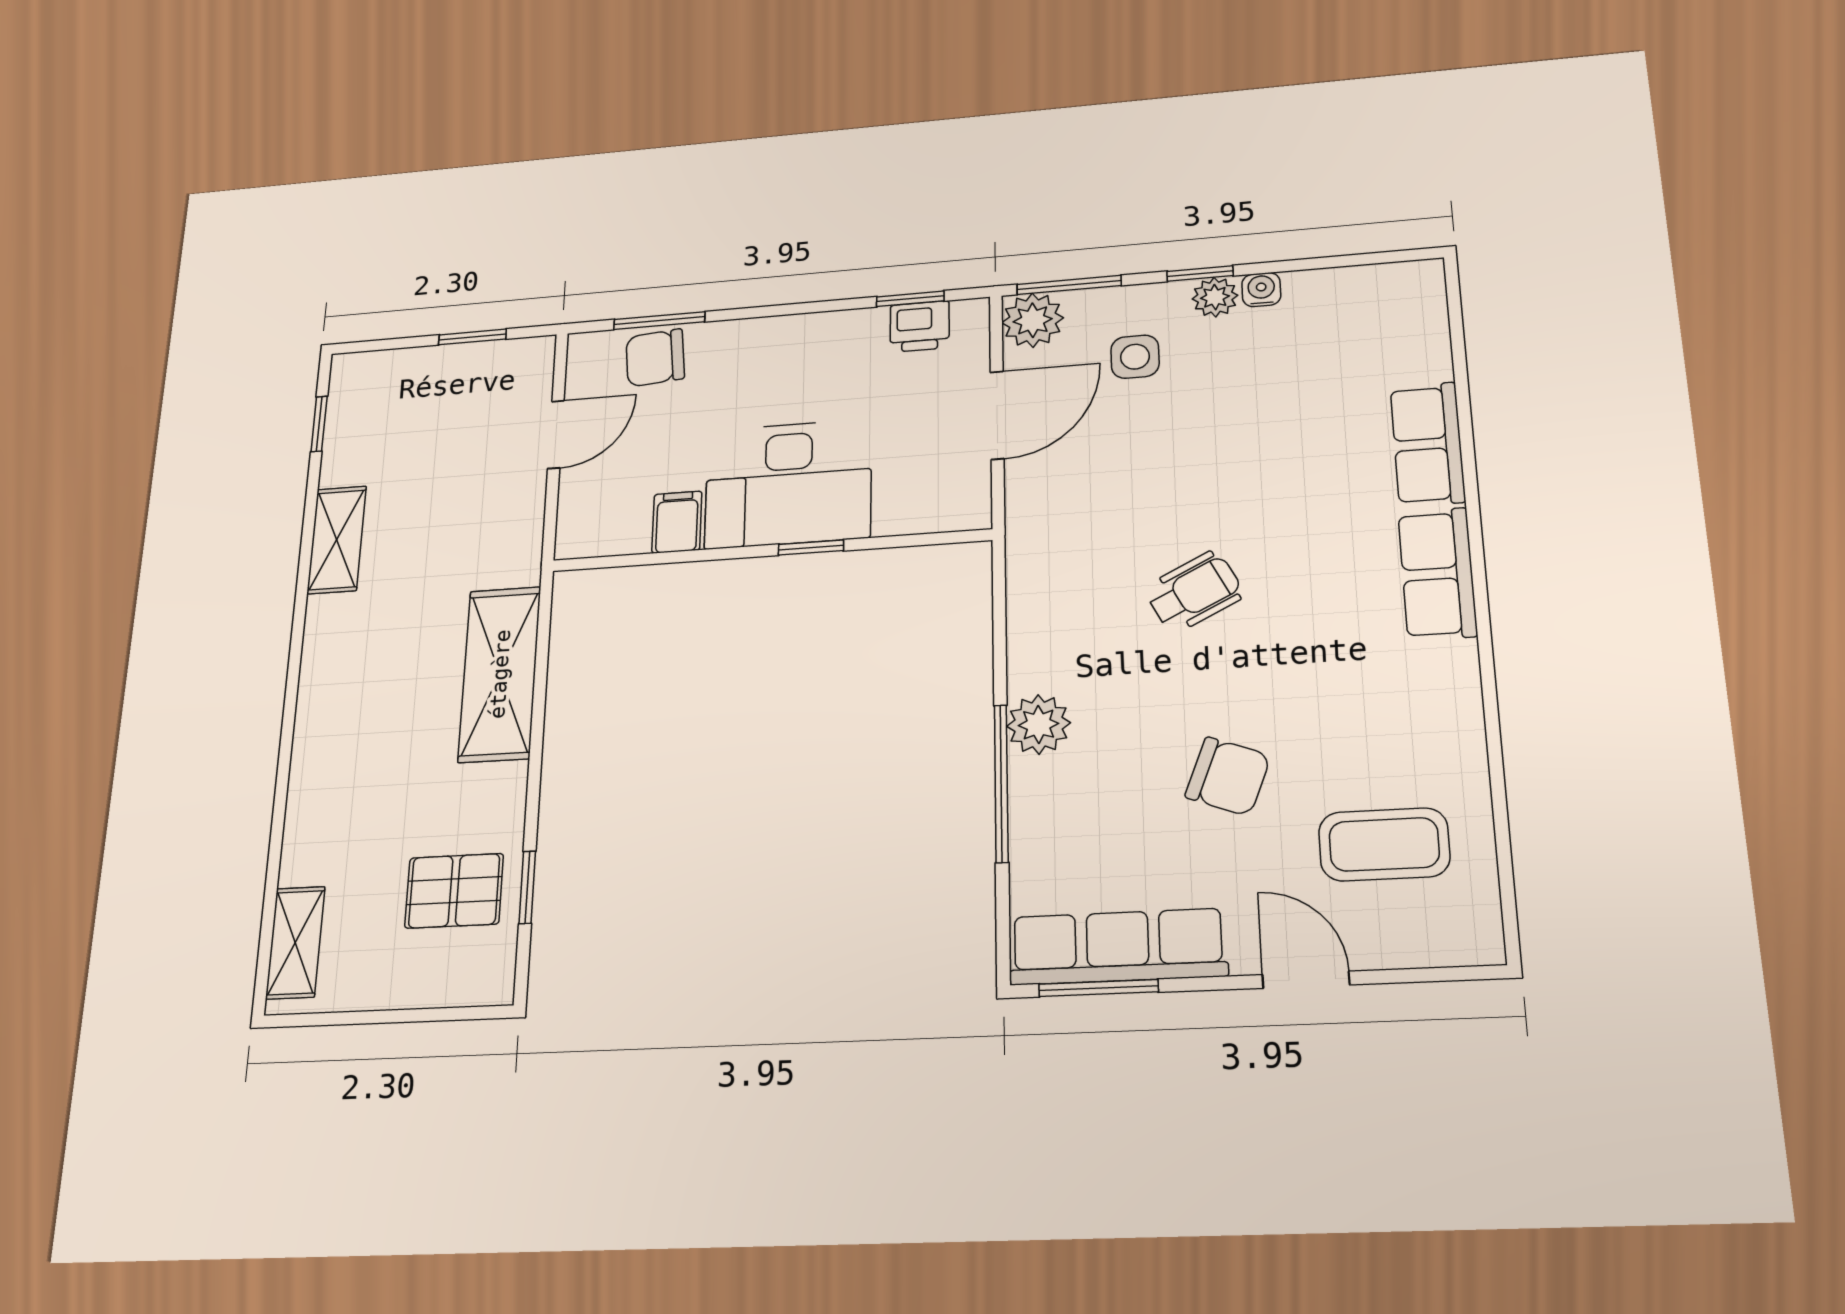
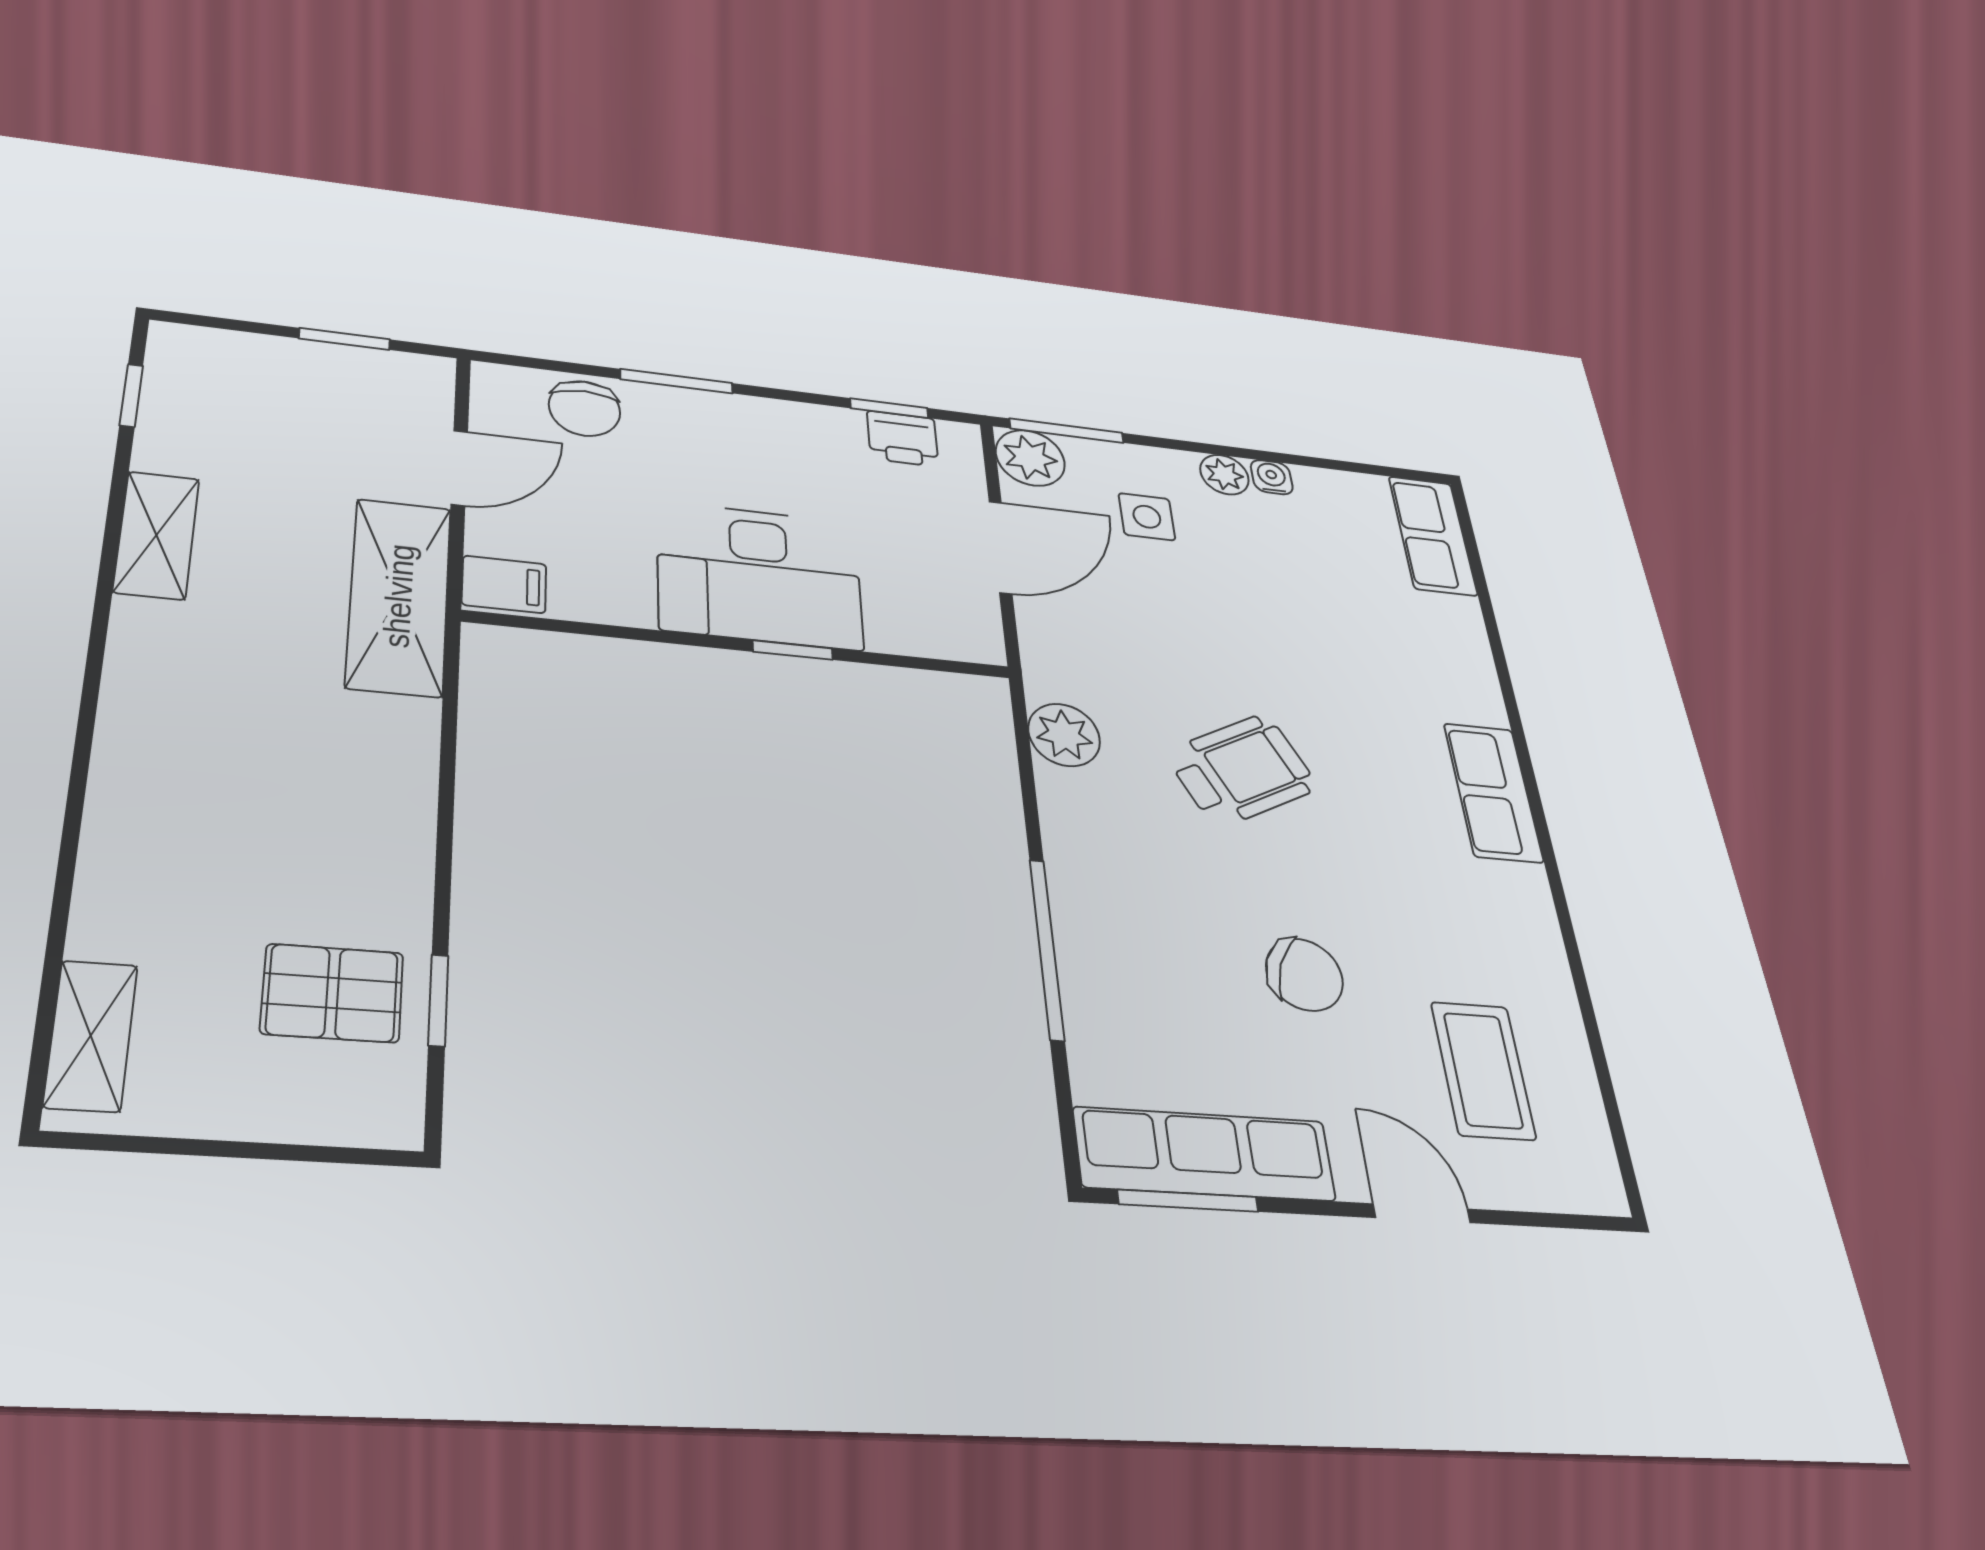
window: (1200, 274) -> (1206, 448), removed
window: (659, 321) -> (677, 381), moved
chair: (655, 358) -> (585, 408), turned -85
row of seats: (1428, 444) -> (1433, 536), moved
filing cabinet: (677, 522) -> (504, 584), moved, turned 90
wheelchair: (1194, 592) -> (1242, 770), width x1.36, depth x1.37
shelving: (500, 674) -> (399, 596), moved
plant: (1039, 724) -> (1064, 735), moved
coffee table: (1384, 844) -> (1483, 1070), turned 90

